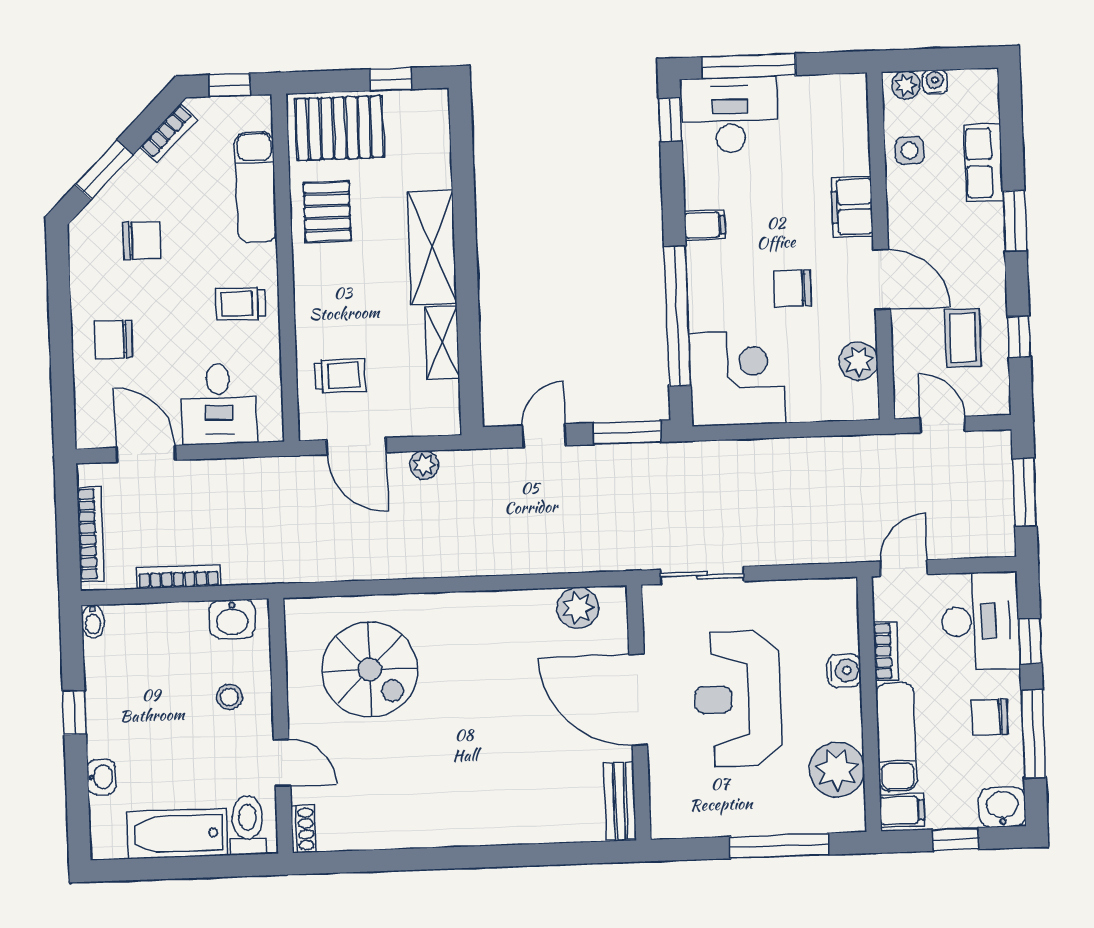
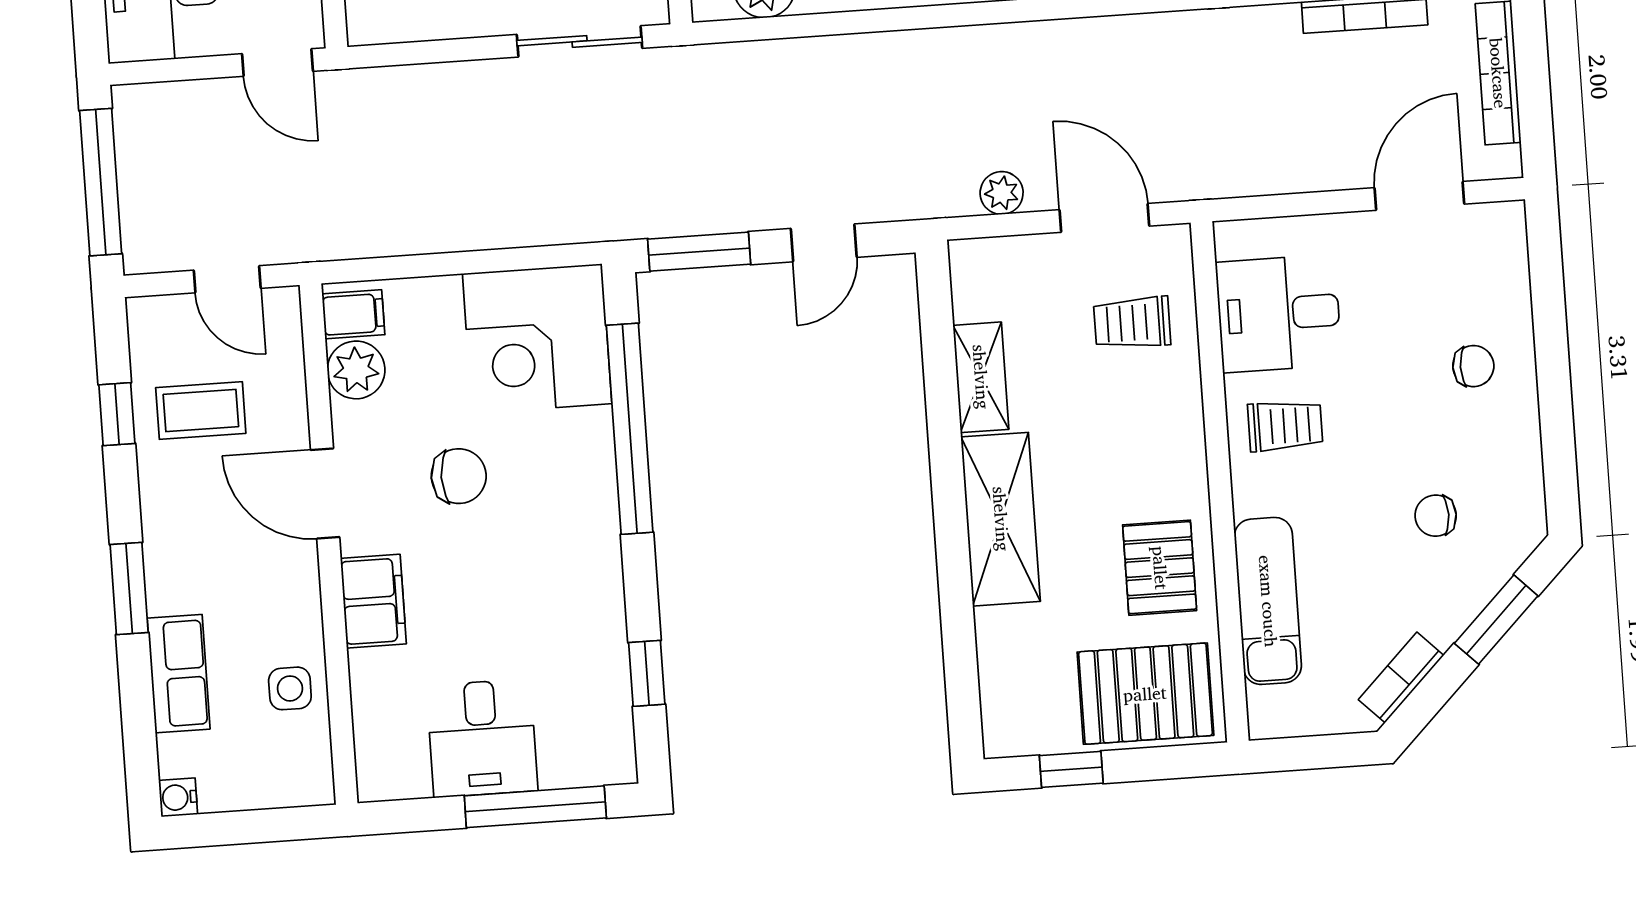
water cooler: (935, 82) -> (178, 797), moved, turned 90
window: (230, 85) -> (1312, 752), removed
plant: (906, 85) -> (299, 786), removed
desk: (730, 115) -> (482, 738), moved, width x0.73
window: (670, 120) -> (647, 673), moved
filing cabinet: (705, 225) -> (353, 314), moved, turned 180
chair: (142, 240) -> (1436, 516), width x0.73, depth x0.73
coffee table: (963, 338) -> (201, 410), turned 90
chair: (114, 339) -> (1473, 366), width x0.73, depth x0.73
desk: (219, 404) -> (1279, 314), moved, turned -90
door: (146, 454) -> (1419, 196), swing flipped
window: (1025, 492) -> (101, 182), width x1.44
door: (904, 568) -> (278, 63), hinge flipped

